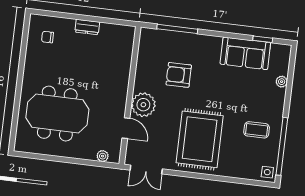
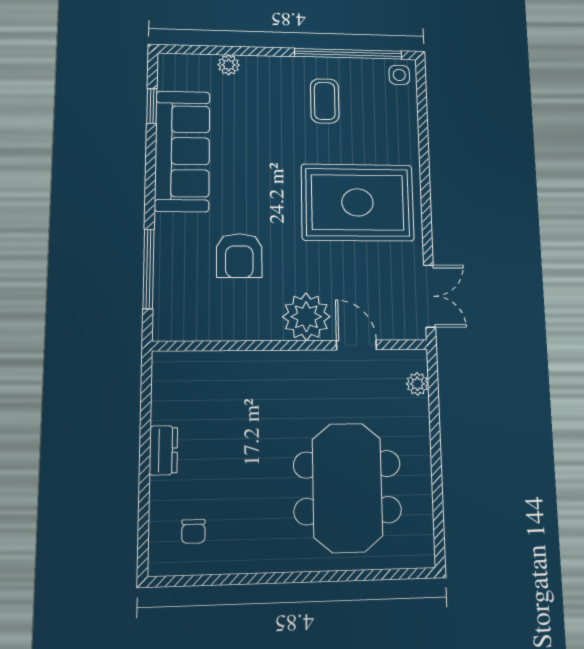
sofa: (245, 53) -> (182, 151), width x1.36
door: (126, 128) -> (356, 345), hinge flipped

